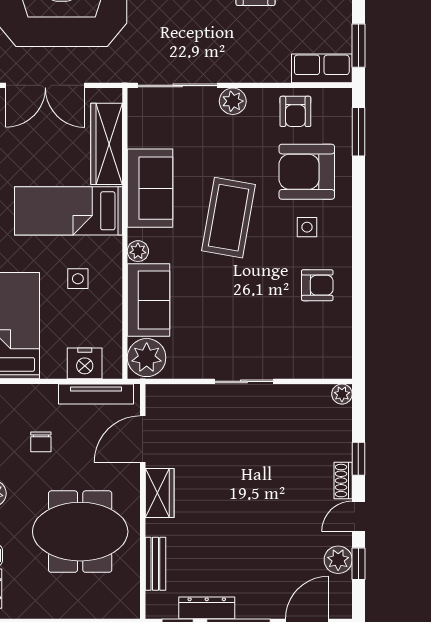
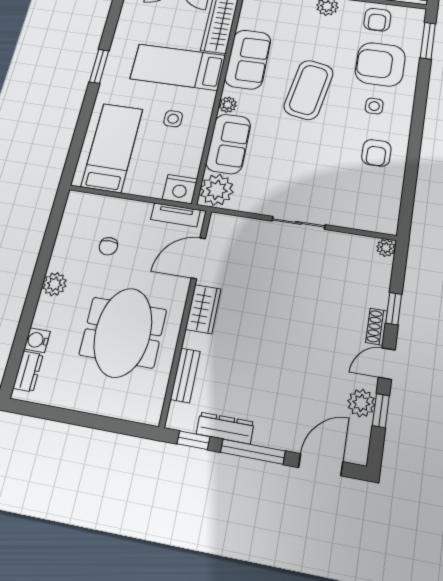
armchair: (317, 285) -> (376, 153), turned 90
nightstand: (85, 363) -> (180, 189), moved
tv unit: (96, 394) -> (176, 215), width x0.71
meeting table: (80, 532) -> (123, 332), turned 90

